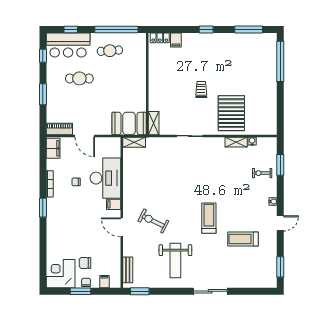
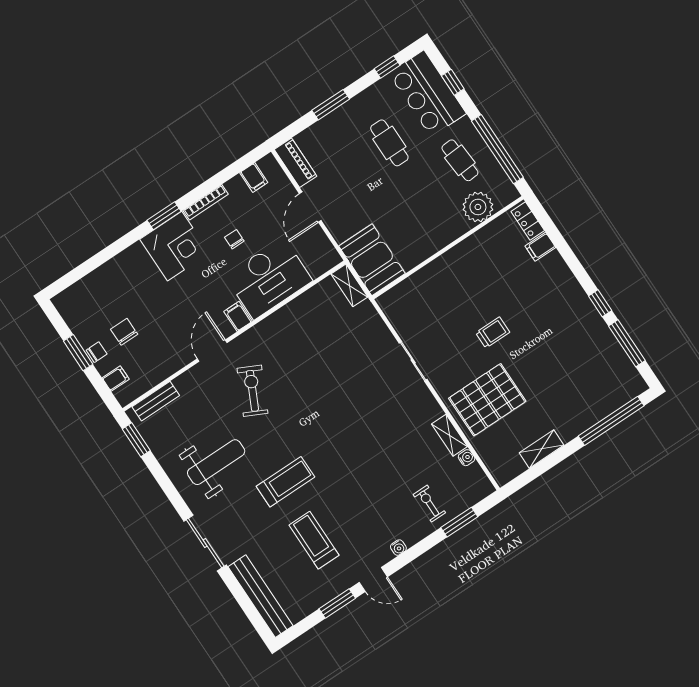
window: (206, 30) -> (600, 303), moved
plant: (137, 57) -> (478, 207), added
shelving: (154, 123) -> (542, 449), moved
filing cabinet: (53, 148) -> (254, 178), width x0.50
treadmill: (209, 218) -> (285, 482), moved
weight bench: (175, 261) -> (216, 462), turned 180
window: (280, 267) -> (337, 603), moved
corner desk: (61, 274) -> (175, 246), moved, turned 90
bench: (253, 282) -> (260, 596), added

